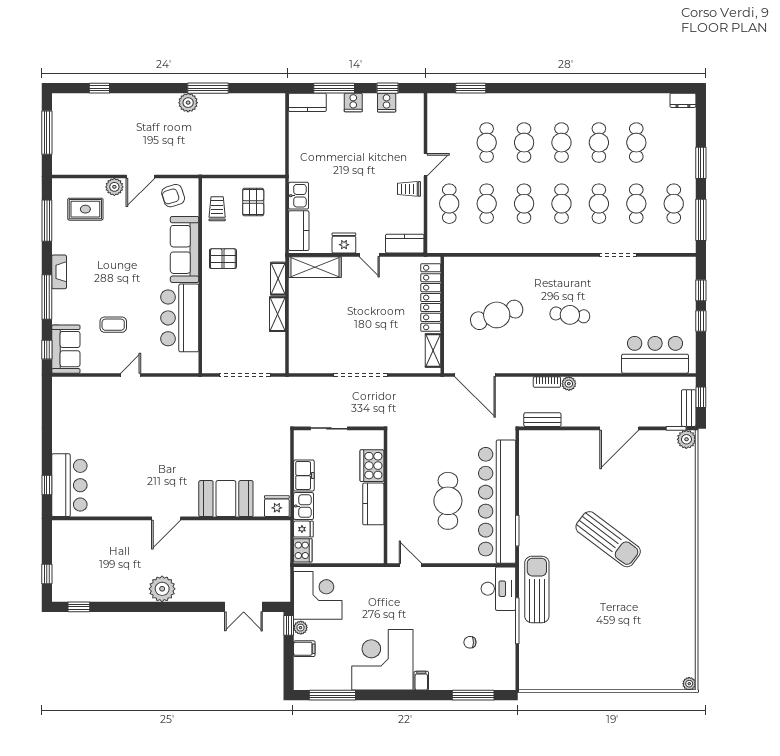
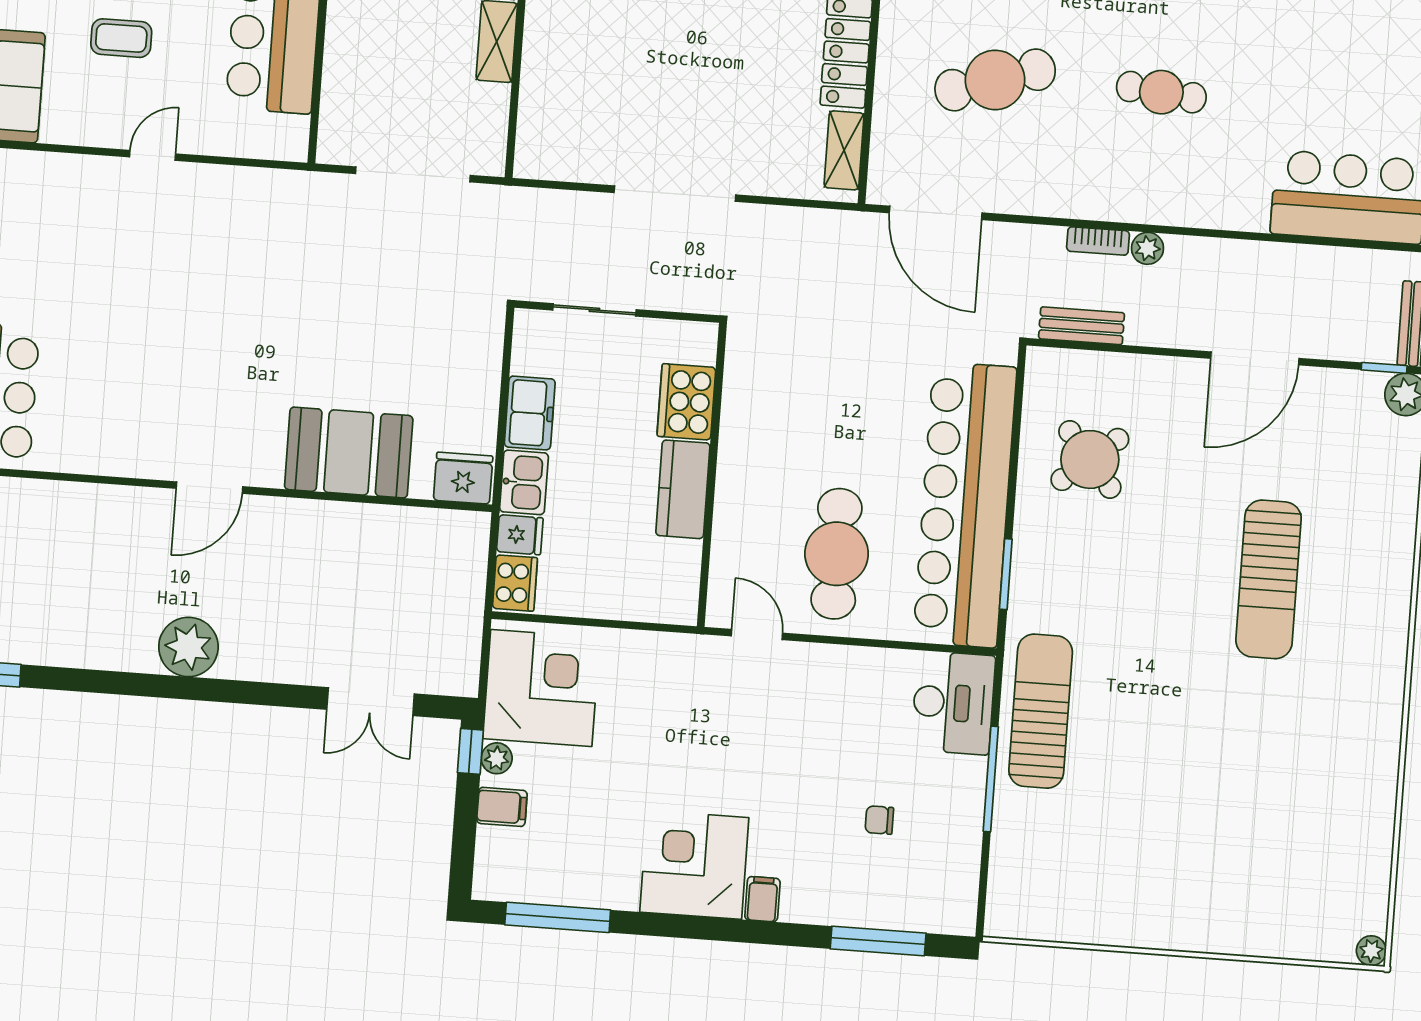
round table: (550, 478) -> (1090, 459), added
cafe table: (448, 501) -> (837, 554), moved
sun lounger: (608, 539) -> (1269, 579), moved, turned 53
corner desk: (382, 660) -> (694, 865), width x0.74, depth x0.74

